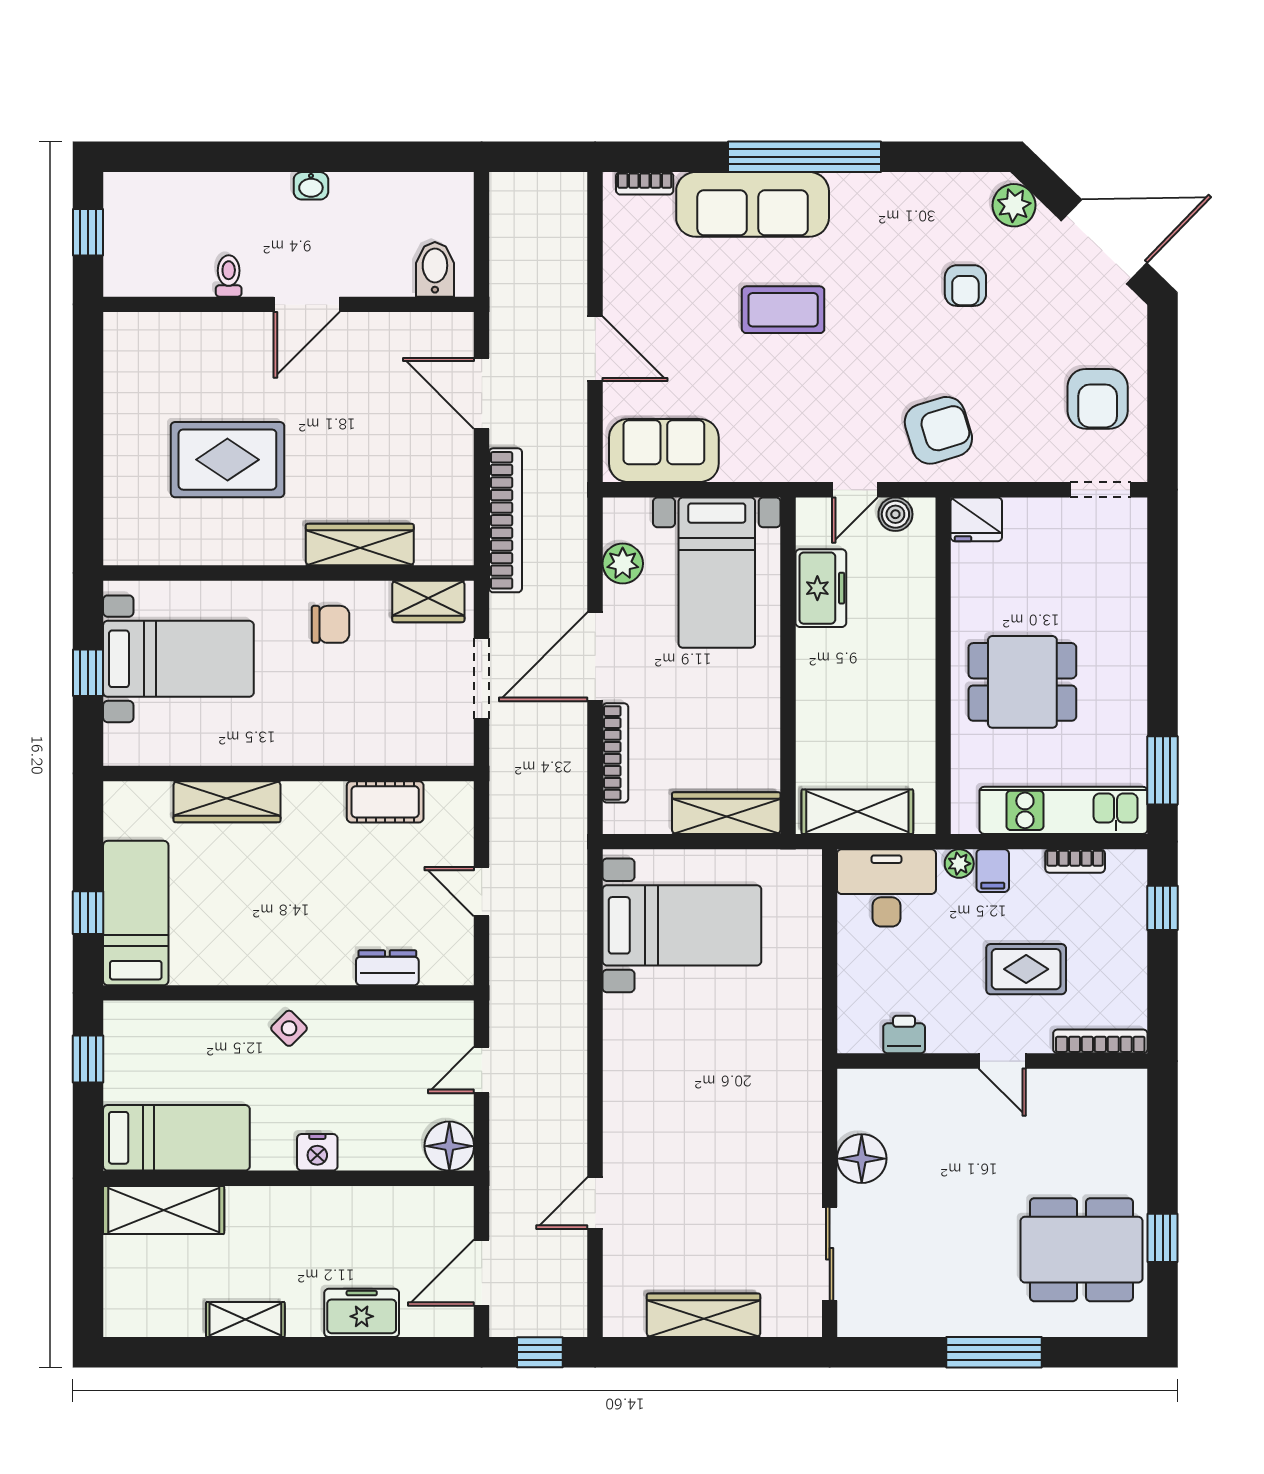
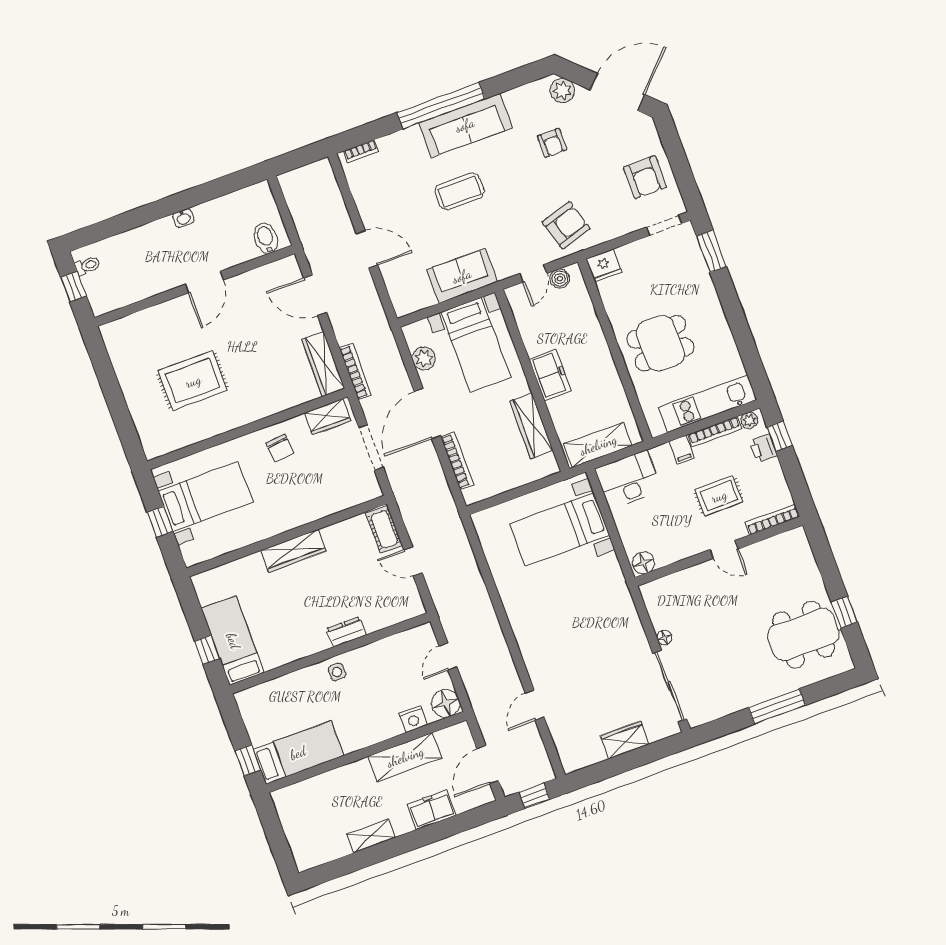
sofa: (753, 204) -> (465, 125), moved
toilet: (229, 276) -> (88, 266), moved, turned 90
sofa: (664, 450) -> (462, 276), moved
bookcase: (505, 520) -> (355, 372), width x0.68, depth x0.76
wardrobe: (360, 545) -> (323, 364), moved, turned -90
freezer: (821, 588) -> (550, 375), moved
chair: (331, 624) -> (280, 448), turned 84
window: (1163, 770) -> (711, 251), moved
wardrobe: (227, 802) -> (293, 551), moved
cot: (385, 802) -> (384, 529), moved, turned 90
wardrobe: (726, 813) -> (531, 426), moved, turned -90
bookcase: (1075, 861) -> (715, 432), width x1.56
plant: (959, 864) -> (749, 420), moved
bed with nightstands: (682, 925) -> (559, 529), moved, turned 180
dresser: (387, 968) -> (346, 632), moved
side table: (289, 1028) -> (337, 672), turned 45
floor lamp: (861, 1034) -> (643, 563), added
printer: (904, 1035) -> (763, 448), moved, turned -90
window: (88, 1059) -> (248, 760), moved
nightstand: (317, 1152) -> (413, 719), moved
floor lamp: (862, 1159) -> (664, 637), width x0.53, depth x0.53
shelving: (164, 1210) -> (405, 757), moved
sliding door: (830, 1254) -> (670, 686), width x1.37
wardrobe: (703, 1315) -> (625, 740), width x0.67

